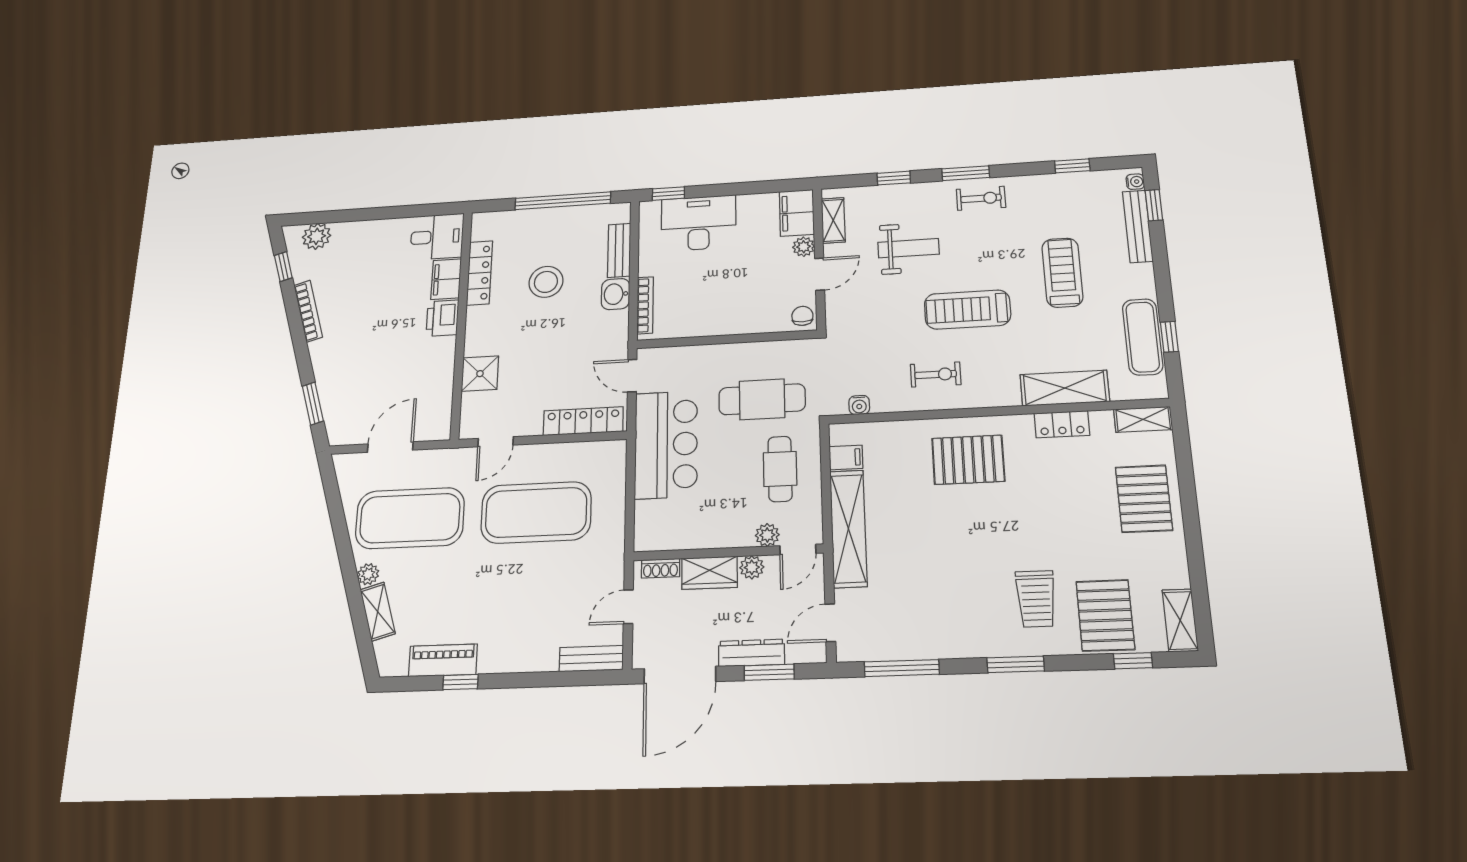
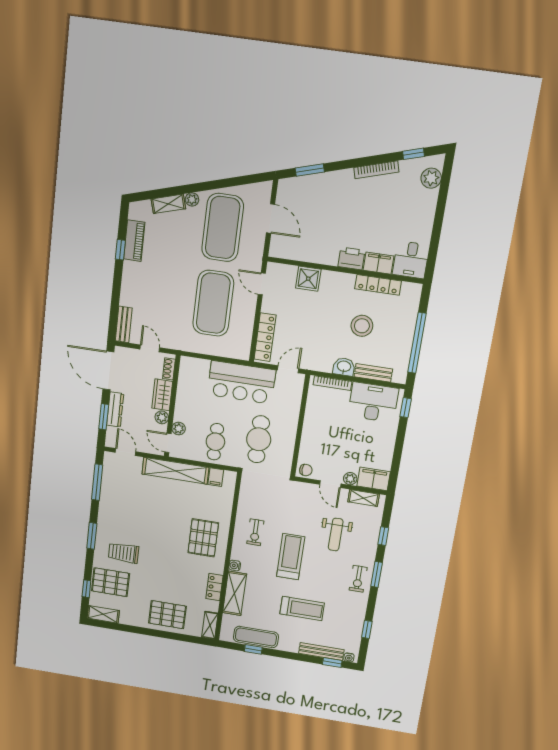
desk: (699, 223) -> (373, 402), moved, turned -90
water cooler: (859, 405) -> (235, 566), moved
cafe table: (780, 469) -> (215, 442), turned 90

